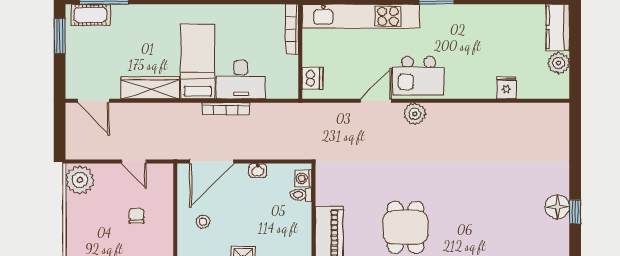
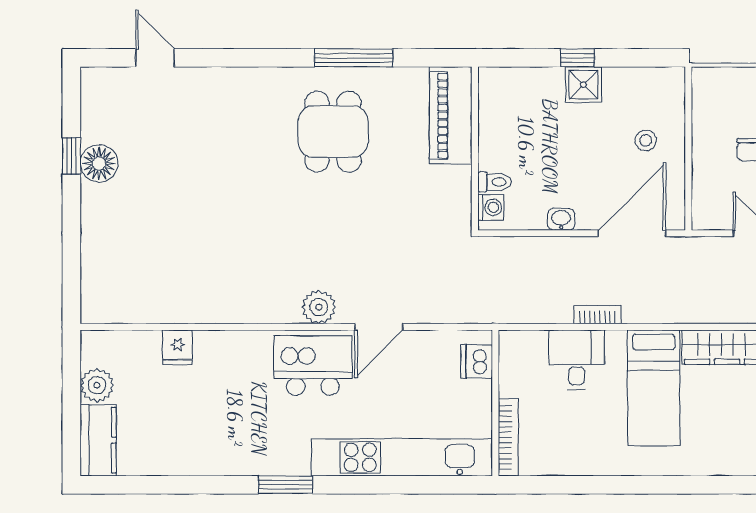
desk: (241, 80) -> (577, 360), width x0.73
bookcase: (226, 109) -> (598, 315), width x0.64

